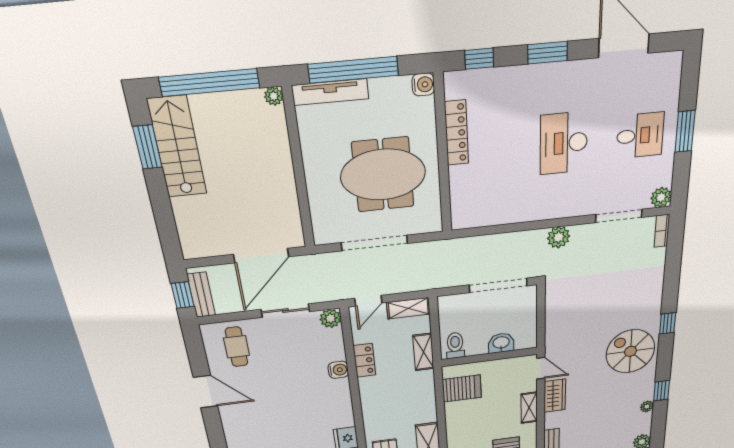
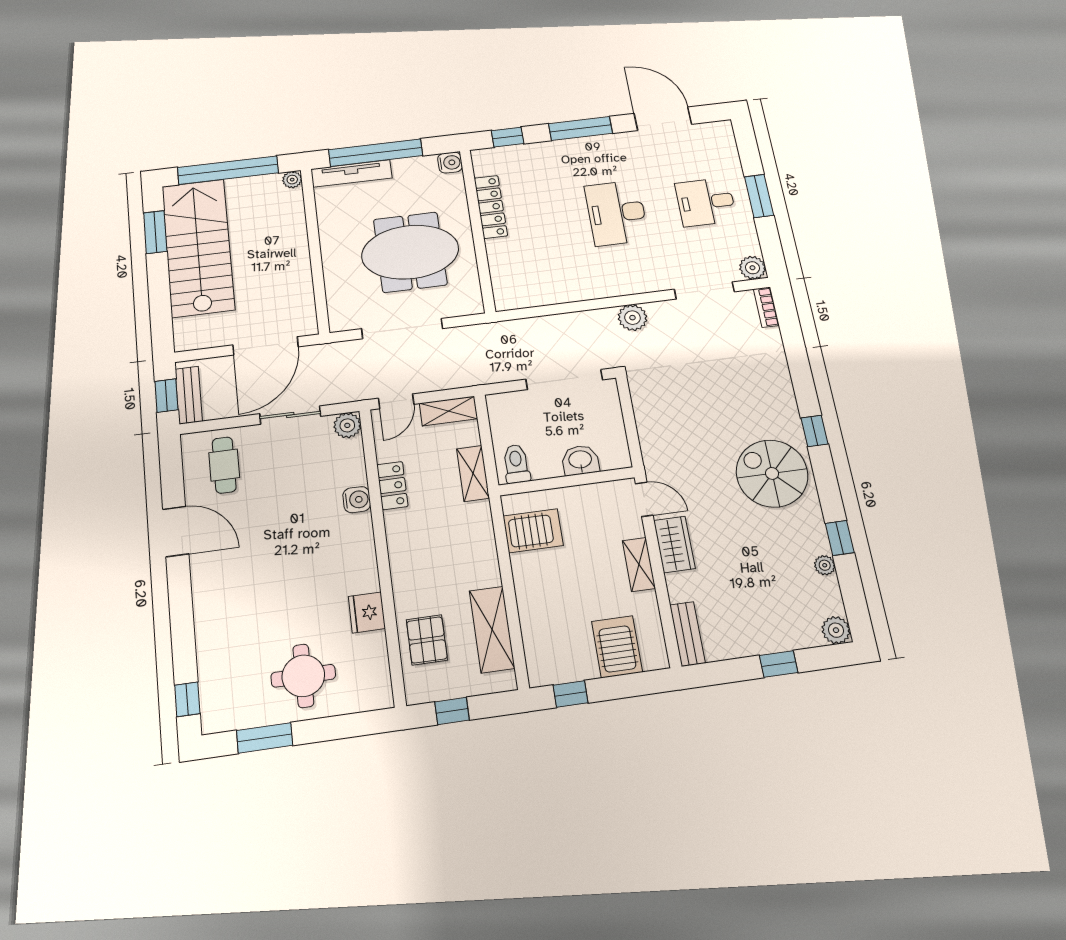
window: (548, 53) -> (581, 128), width x1.44
desk: (640, 135) -> (706, 202), turned 180
stairs: (177, 147) -> (198, 247), width x1.36, depth x1.51

